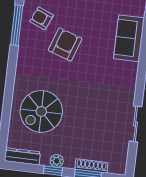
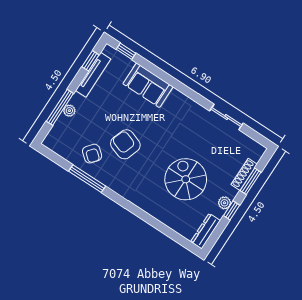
armchair: (42, 18) -> (92, 154), turned -73
spiral stairs: (41, 111) -> (186, 179), moved, turned 180

